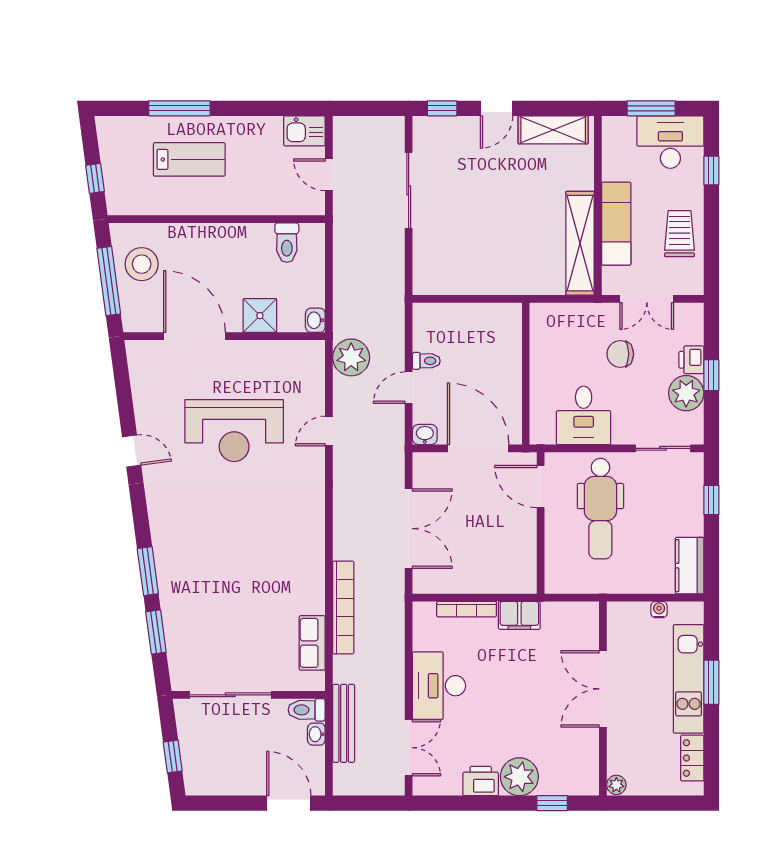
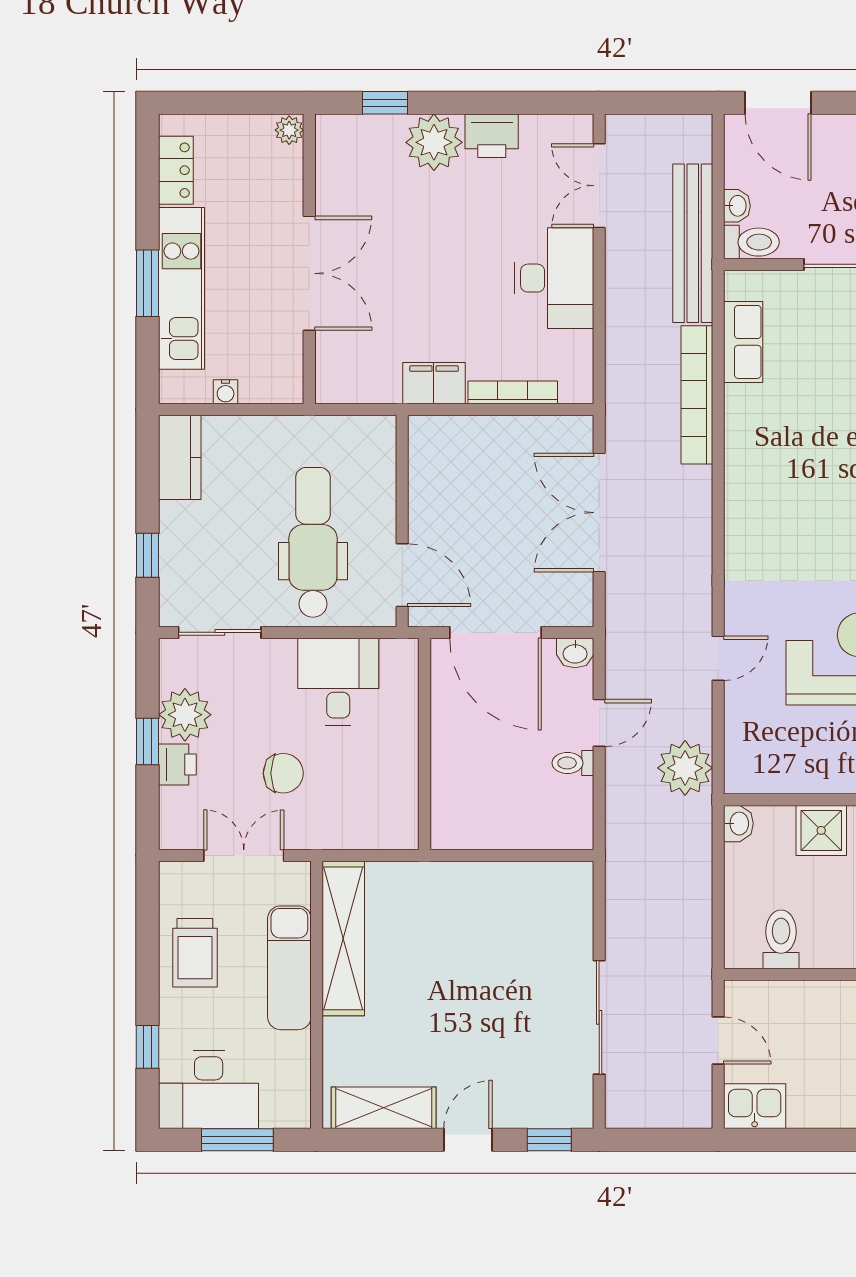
bench: (344, 723) -> (693, 243), width x1.37, depth x1.21

